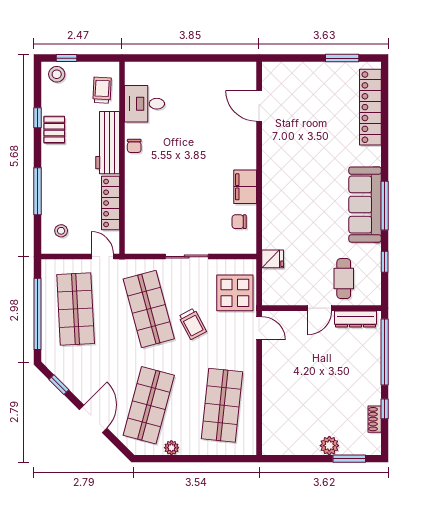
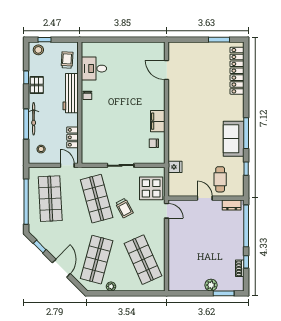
bicycle: (49, 183) -> (34, 119), added
locker: (111, 203) -> (72, 137), width x0.66
sofa: (365, 205) -> (234, 139), width x0.73
door: (319, 308) -> (205, 198), swing flipped
dresser: (356, 319) -> (232, 205), width x0.70
shop shelf: (222, 405) -> (143, 260), turned -30

